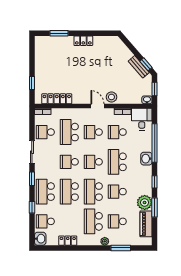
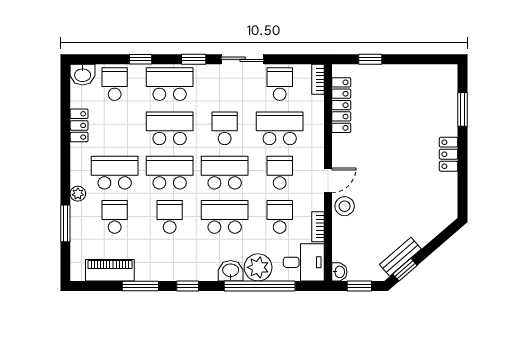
school desk: (93, 162) -> (225, 173), width x1.85
plant: (145, 202) -> (258, 267), moved

